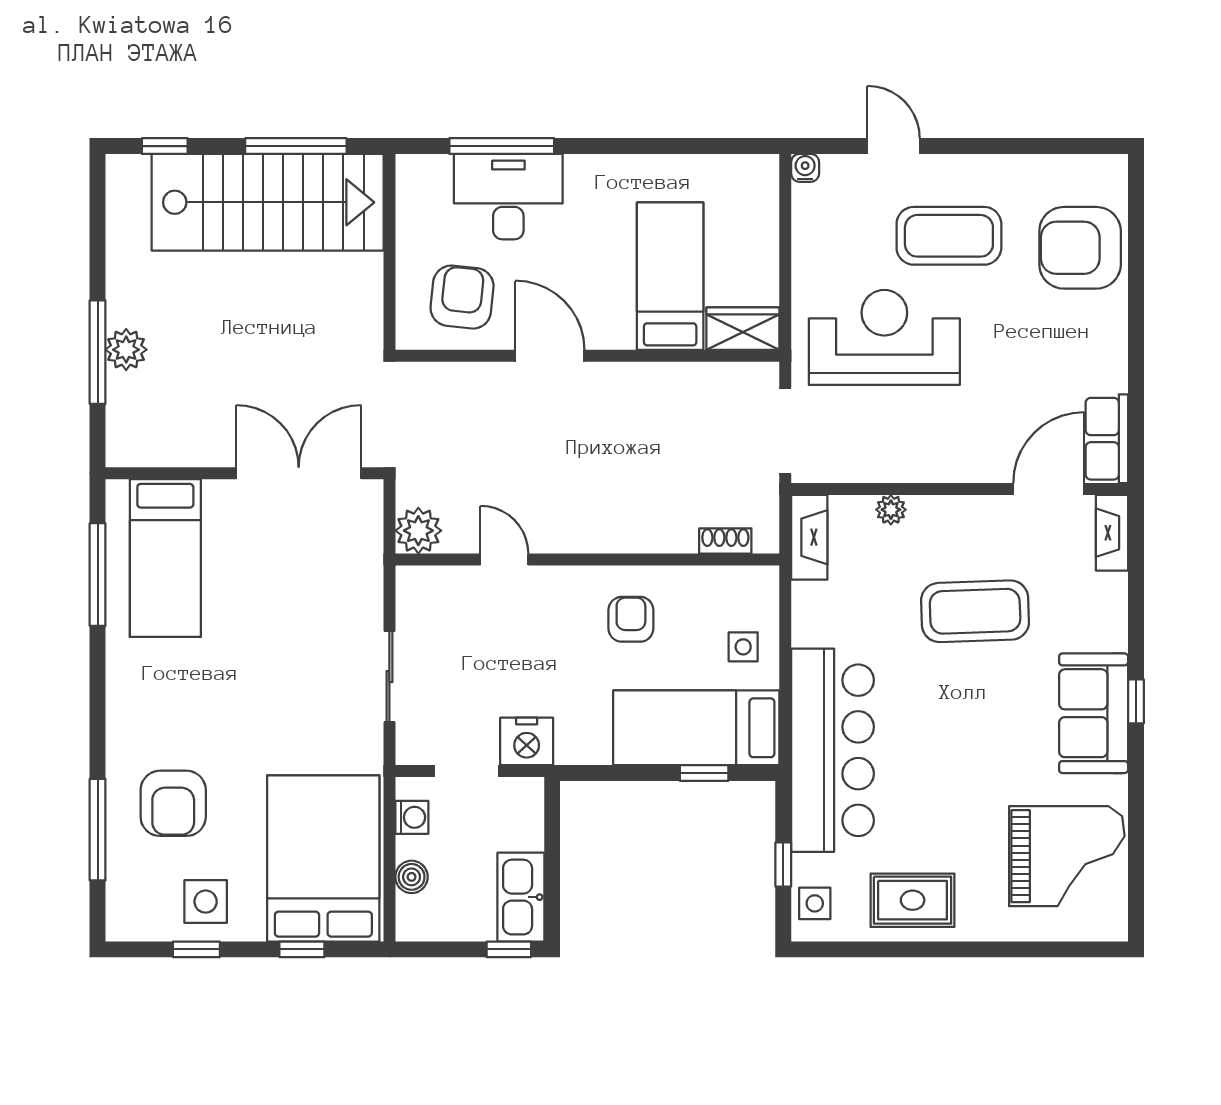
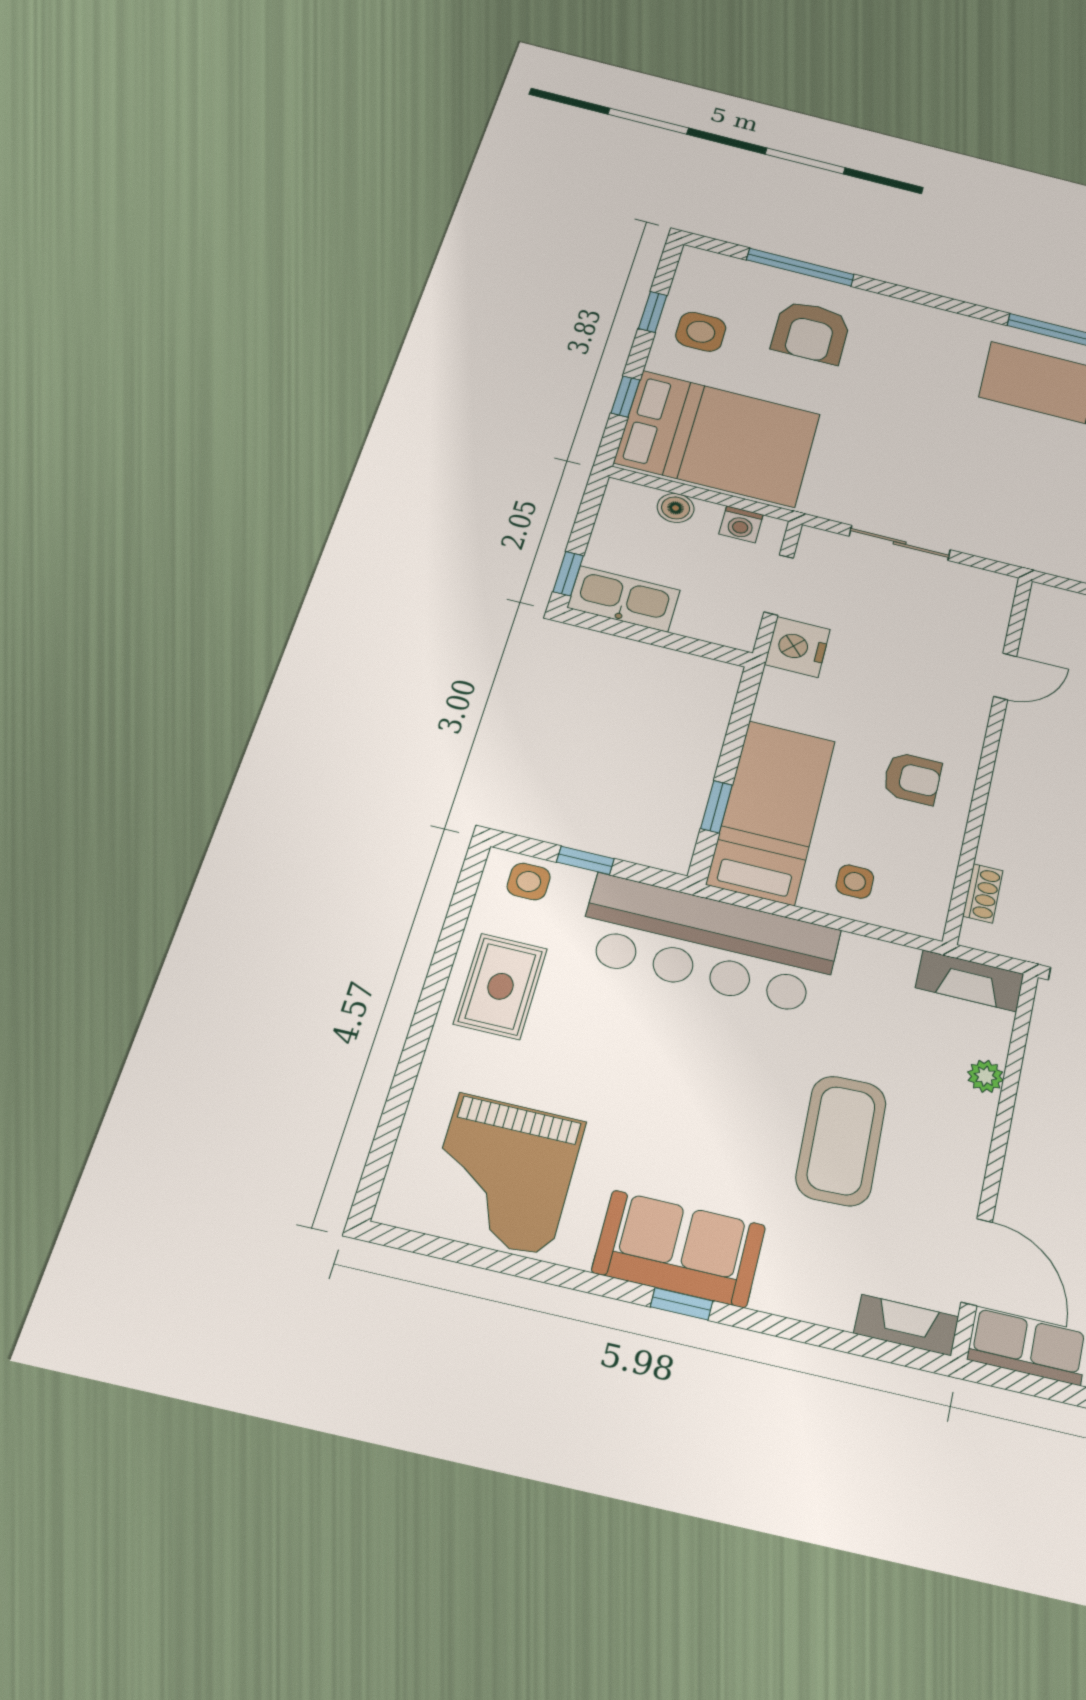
plant: (418, 531) -> (1053, 607), removed
armchair: (173, 803) -> (811, 332), turned -90

